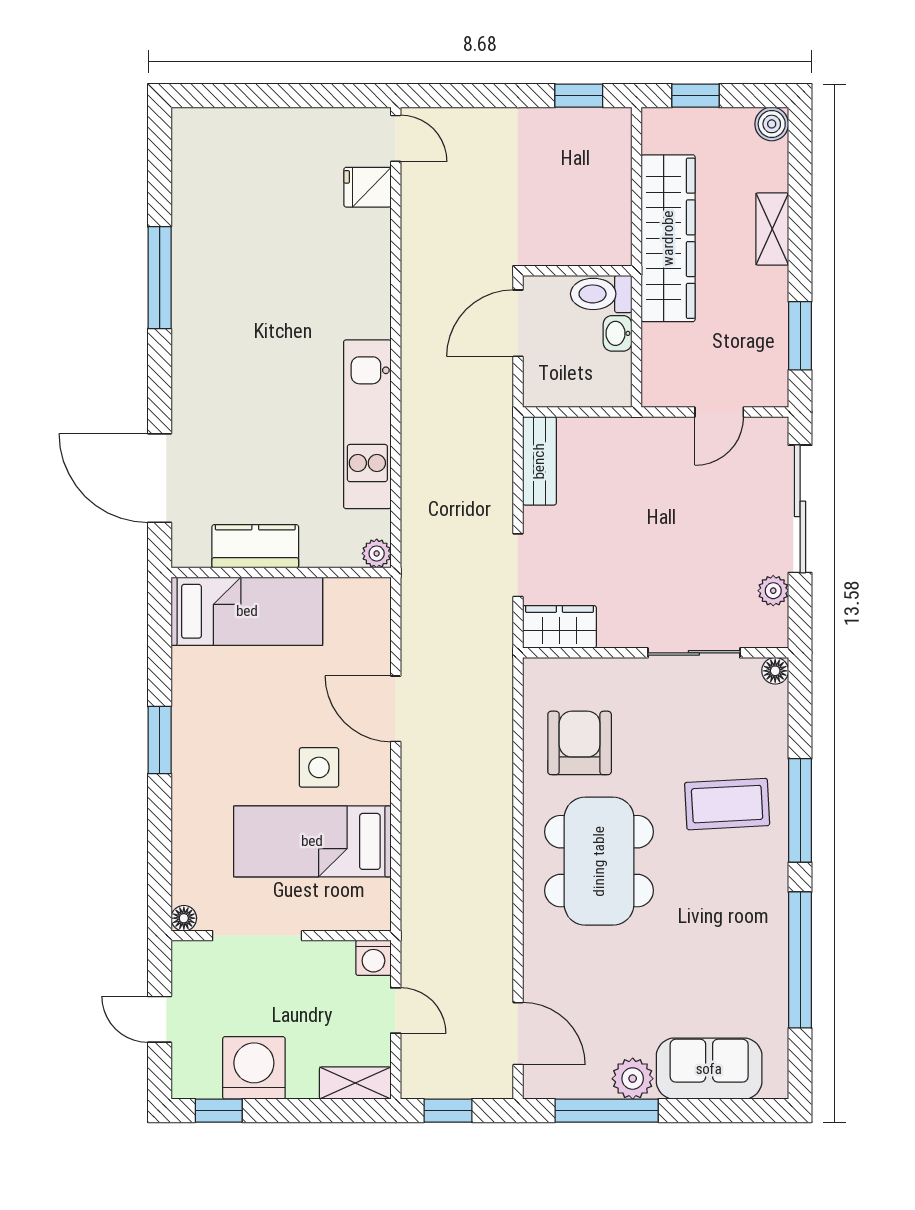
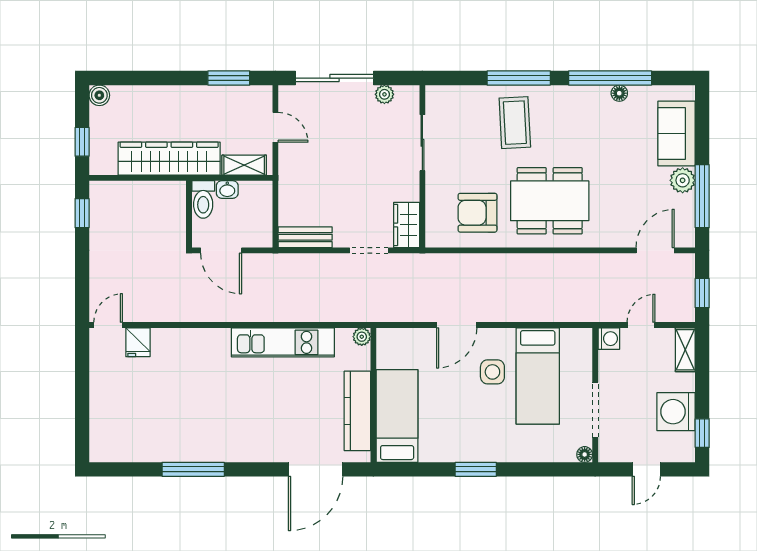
shelving: (772, 229) -> (244, 165), moved
kitchen counter: (255, 546) -> (357, 411), width x1.50
floor lamp: (775, 671) -> (619, 93), moved

